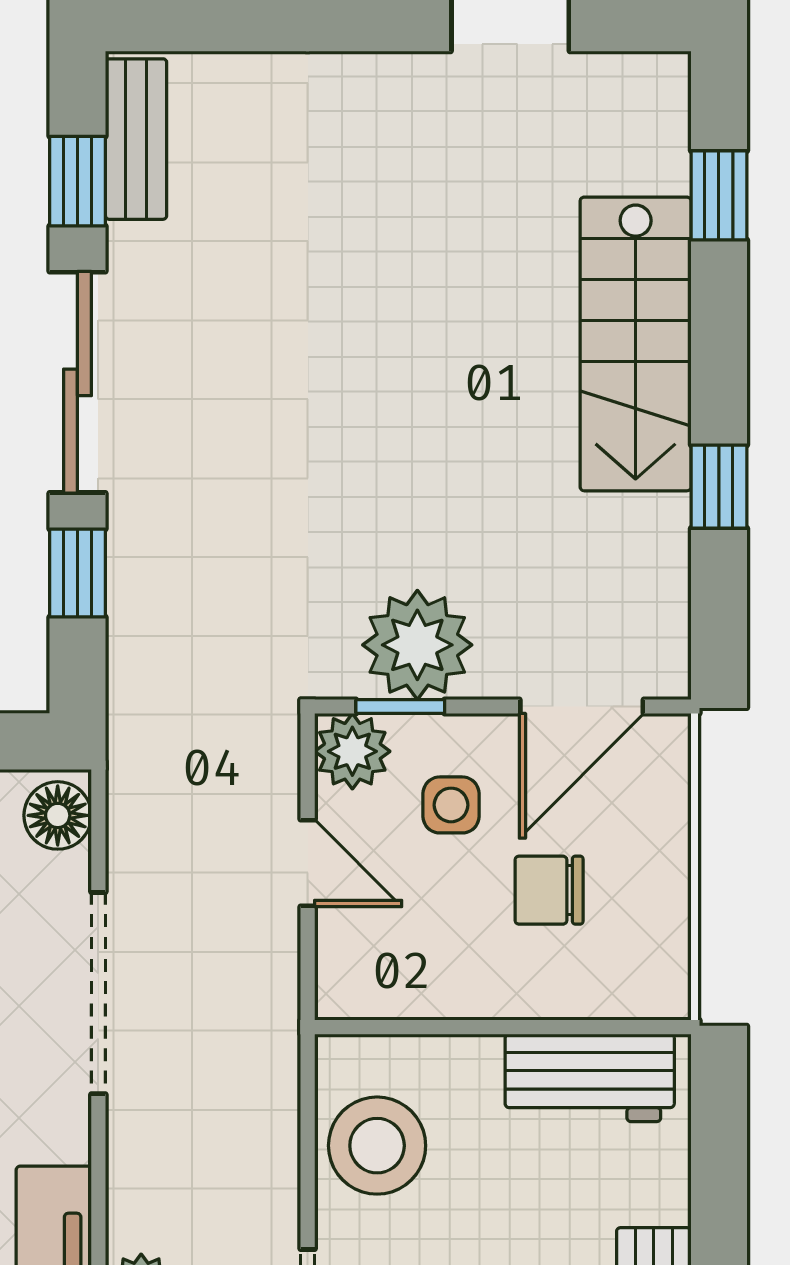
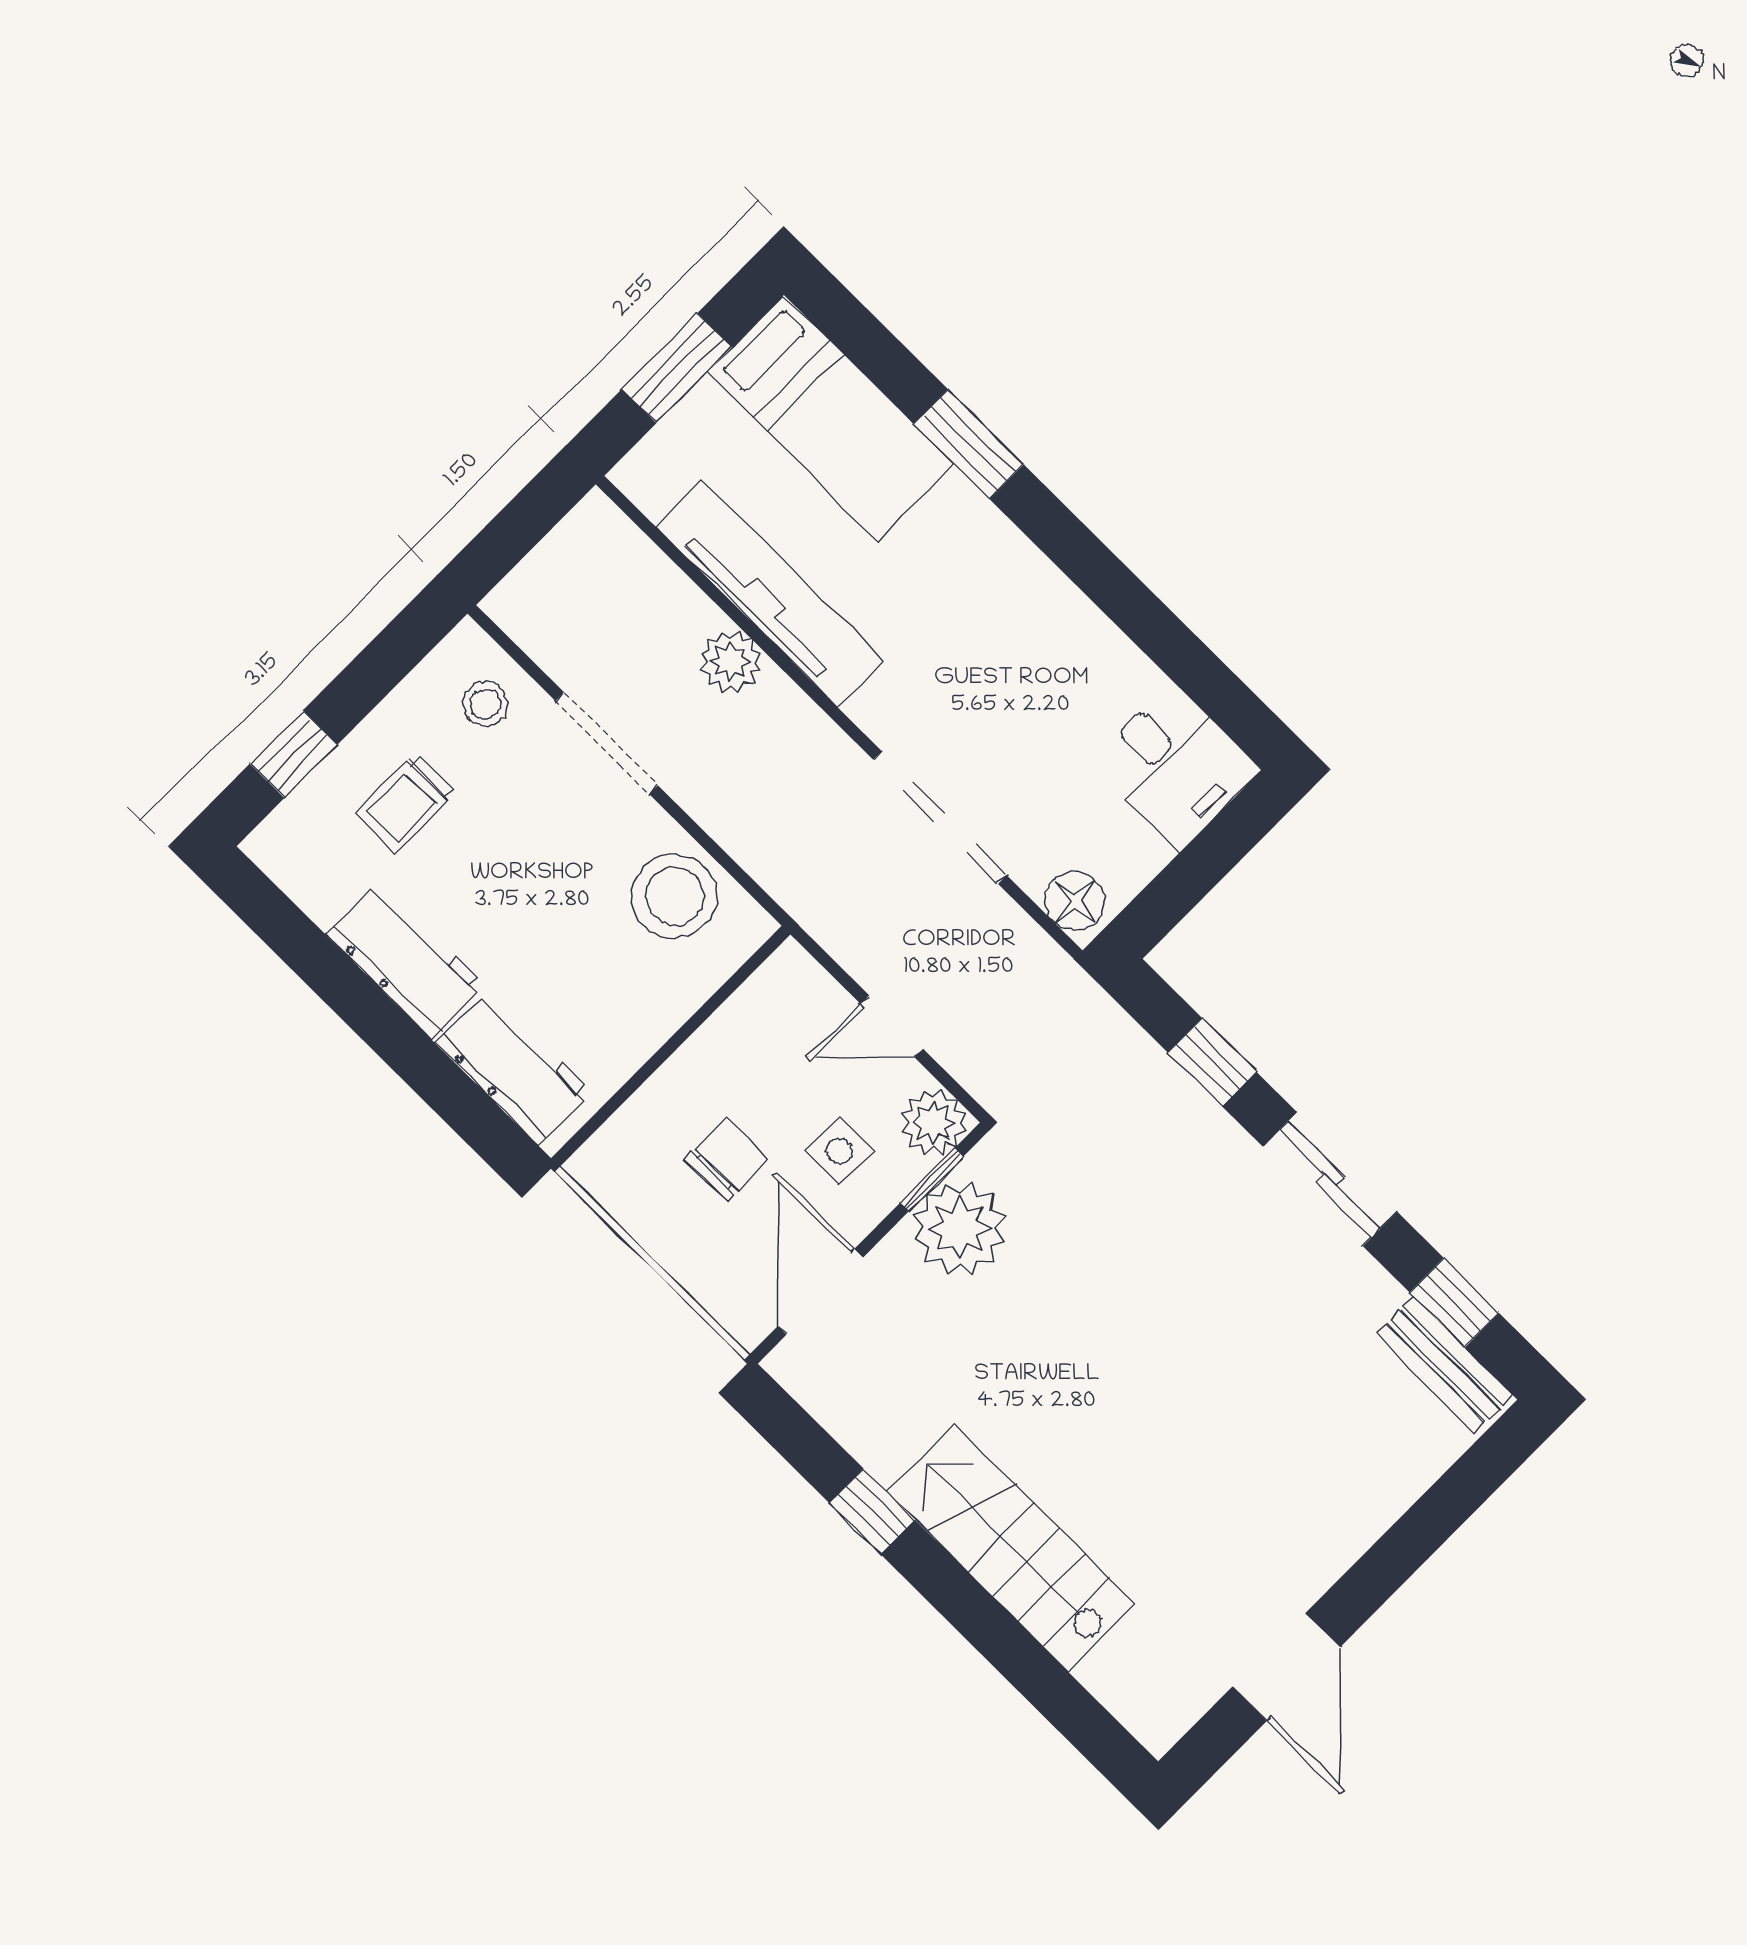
window: (719, 195) -> (1052, 1690), removed
sliding door: (77, 382) -> (1330, 1179), width x0.73
workbench: (590, 1078) -> (514, 1068), moved, turned 90

